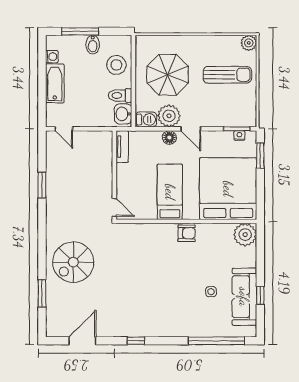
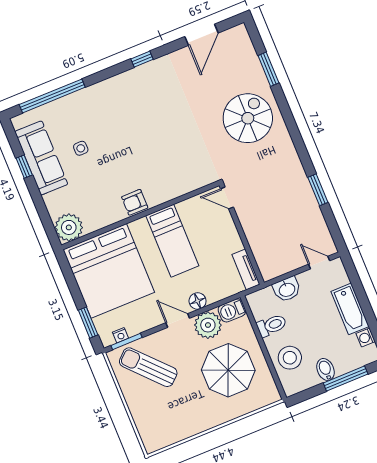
plant: (249, 43) -> (152, 443), removed
sun lounger: (227, 75) -> (148, 367), moved, turned 47
washbasin: (123, 114) -> (287, 289), moved, turned 90

